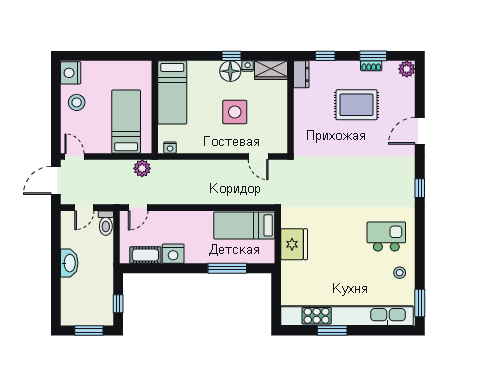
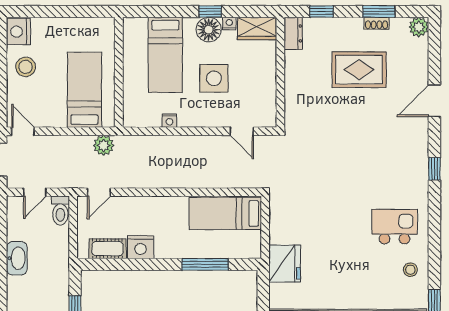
bed: (172, 92) -> (165, 55), moved
nightstand: (170, 148) -> (169, 121), moved
fridge: (294, 244) -> (285, 264), moved

